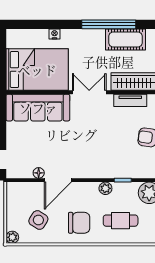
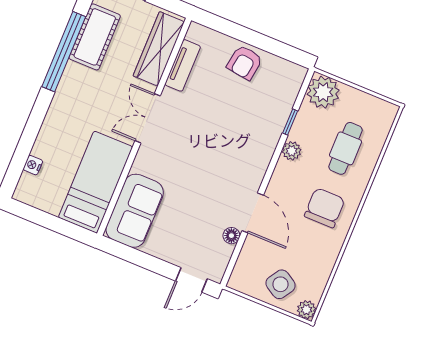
nightstand: (55, 34) -> (33, 165), moved
bed: (37, 70) -> (95, 182), width x0.67
sofa: (38, 108) -> (135, 211), width x0.73
side table: (38, 220) -> (280, 284), moved

